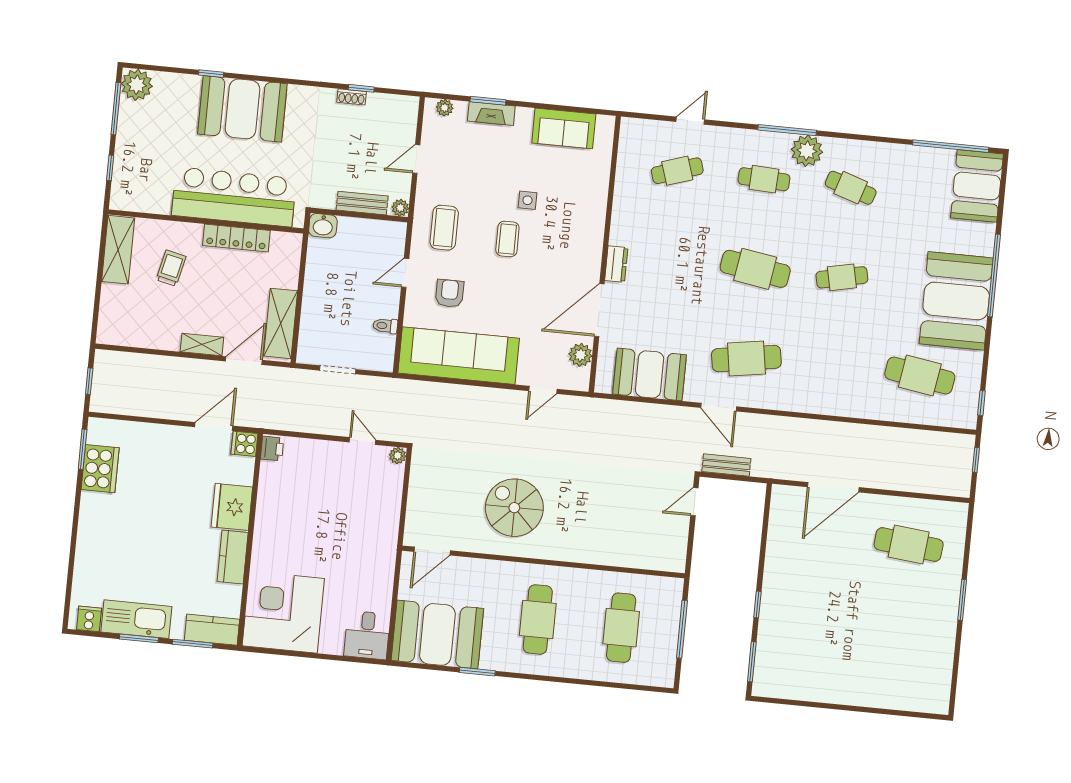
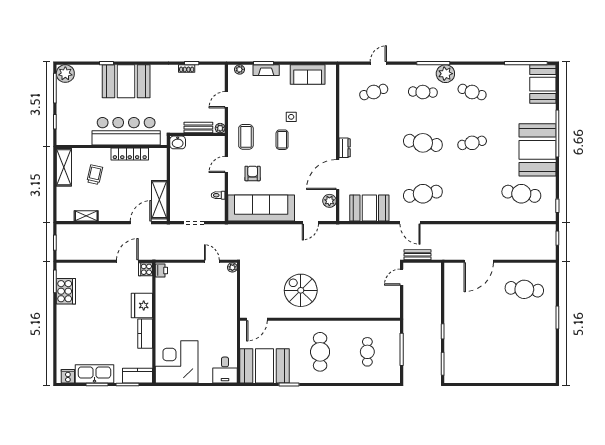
shelving: (202, 344) -> (86, 216), moved
cafe table: (621, 628) -> (367, 352), width x0.73, depth x0.74

